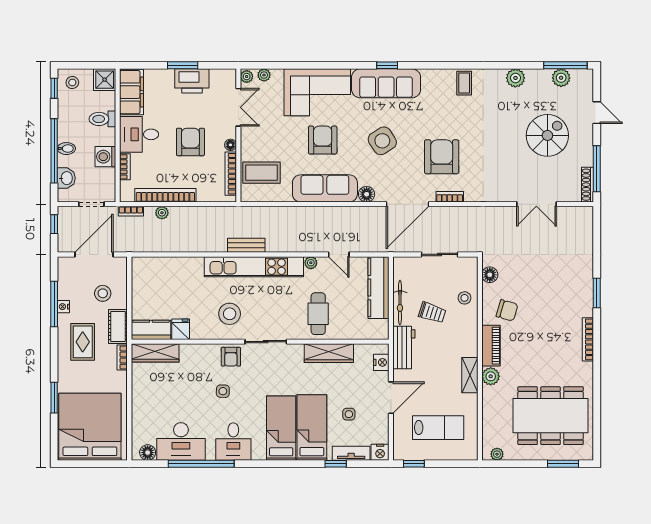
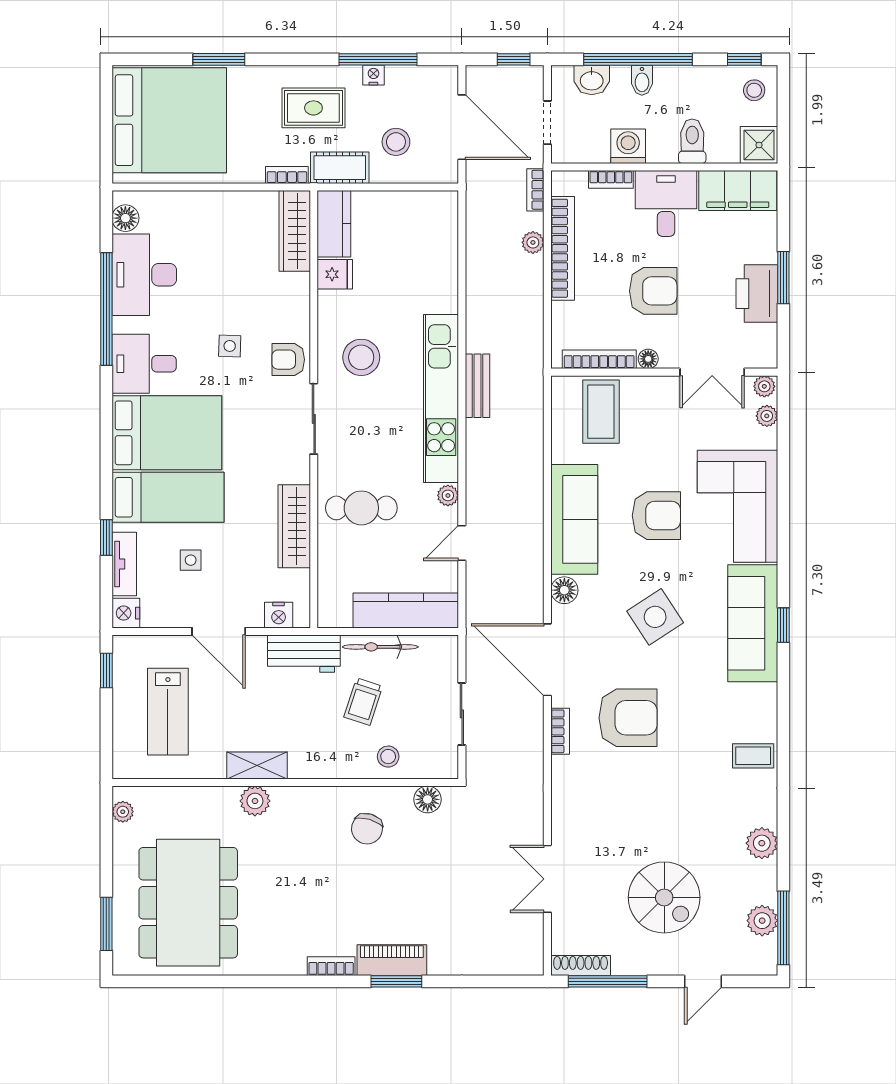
bookcase: (588, 339) -> (331, 966), width x0.64
piano: (491, 346) -> (392, 960), moved, turned 180
bed: (281, 428) -> (167, 433), width x1.50

